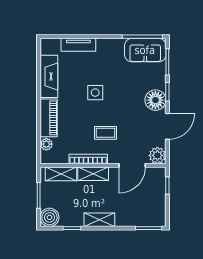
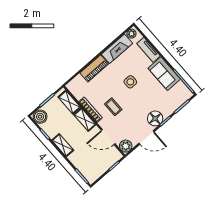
sofa: (145, 50) -> (164, 74), moved
plant: (46, 144) -> (131, 34), moved

